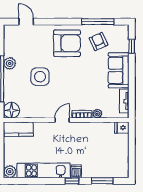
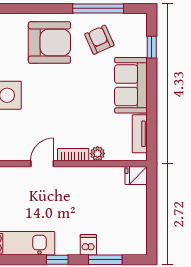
dishwasher: (76, 171) -> (88, 245), moved

